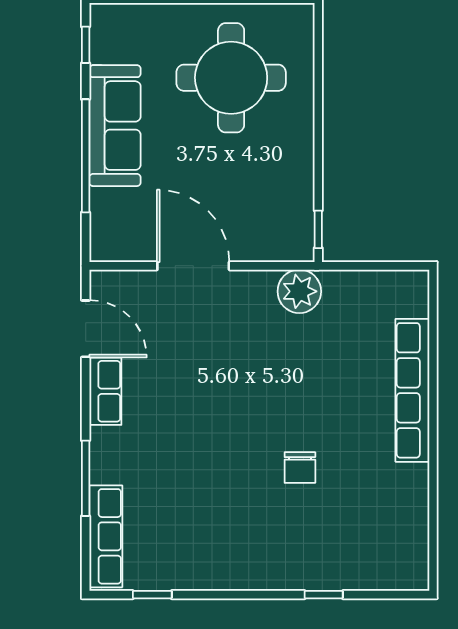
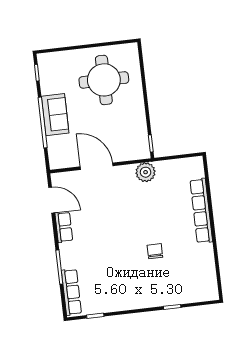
sofa: (115, 126) -> (55, 115), width x0.73
chair: (300, 468) -> (155, 251), turned 180

